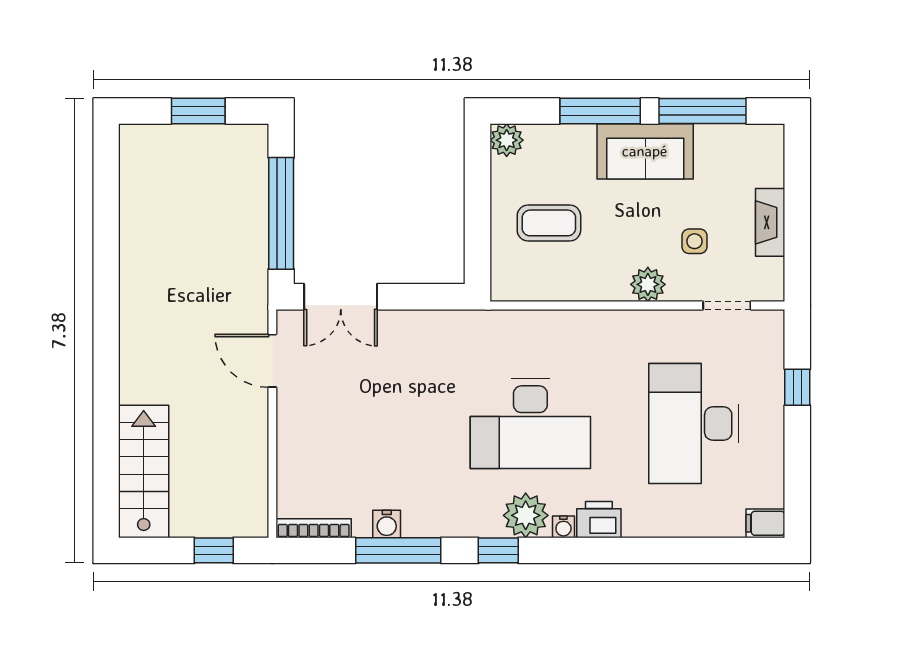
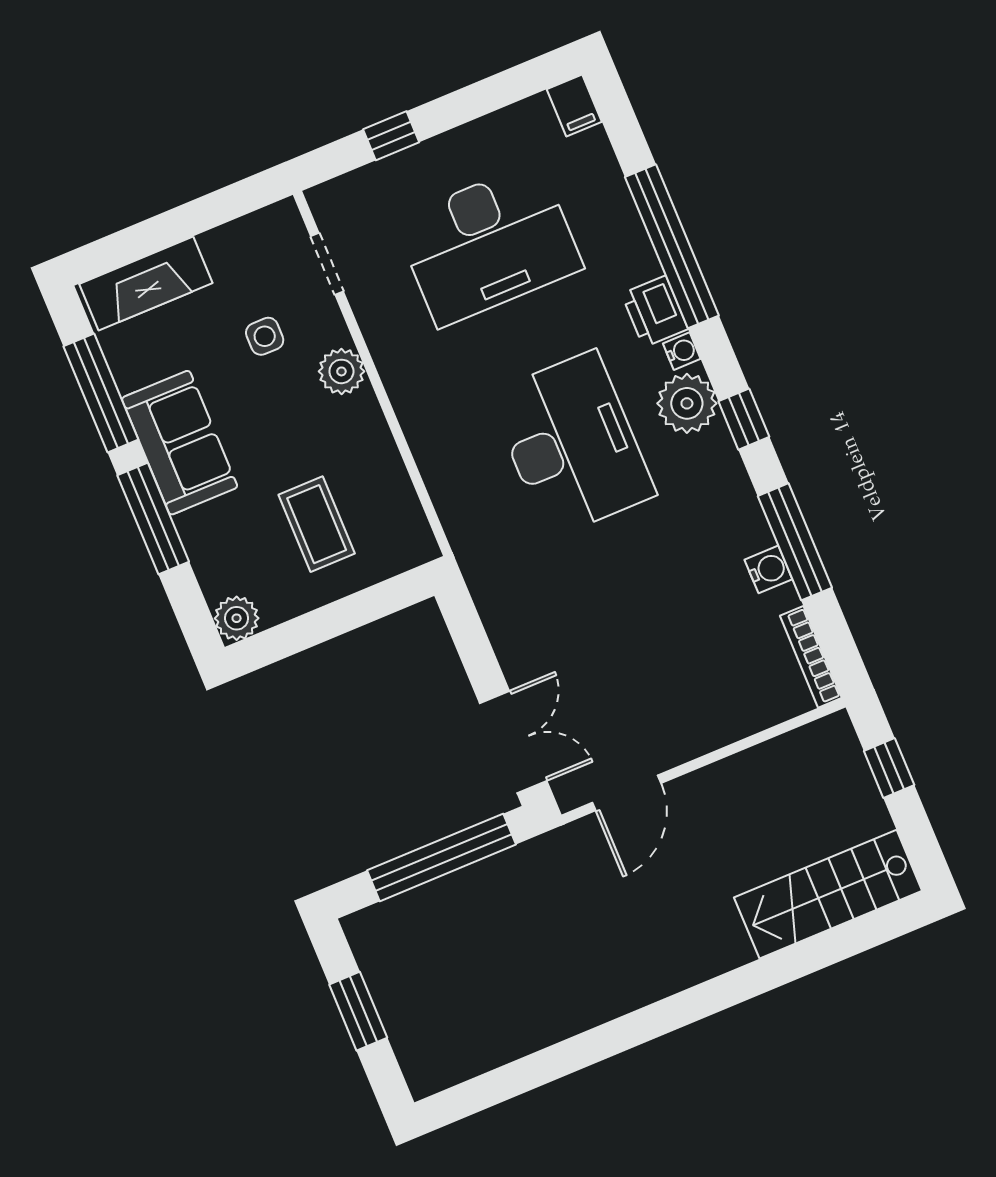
fireplace: (770, 222) -> (146, 283), moved, width x1.37, depth x1.32
window: (639, 550) -> (672, 246), added

